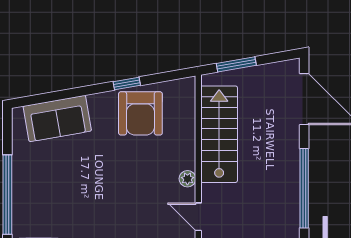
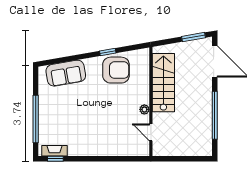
window: (236, 64) -> (193, 37), moved
armchair: (140, 113) -> (116, 70), turned -90

